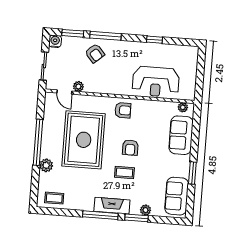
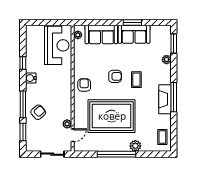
water cooler: (55, 41) -> (31, 78), moved
reception desk: (156, 82) -> (57, 45), moved
sofa: (177, 196) -> (134, 34), moved
fireplace: (112, 206) -> (165, 99), moved
window: (136, 218) -> (174, 43), moved

